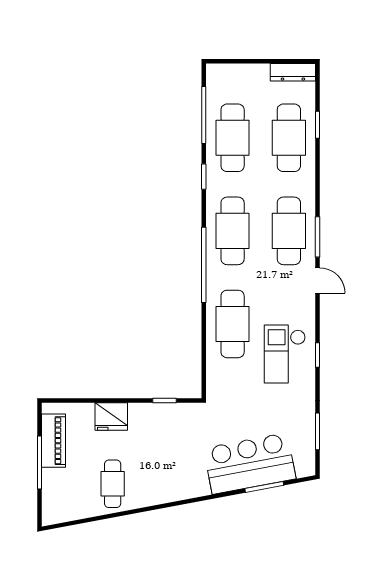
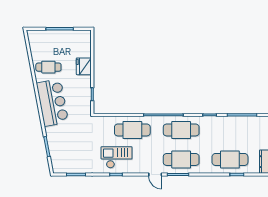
cafe table: (233, 138) -> (230, 130), removed
door: (318, 280) -> (155, 175), hinge flipped
piano: (53, 441) -> (71, 36), removed
bar counter: (250, 463) -> (52, 103), moved

